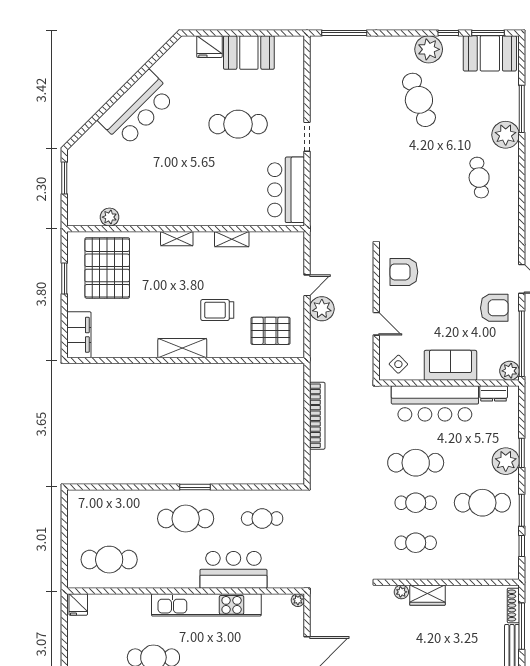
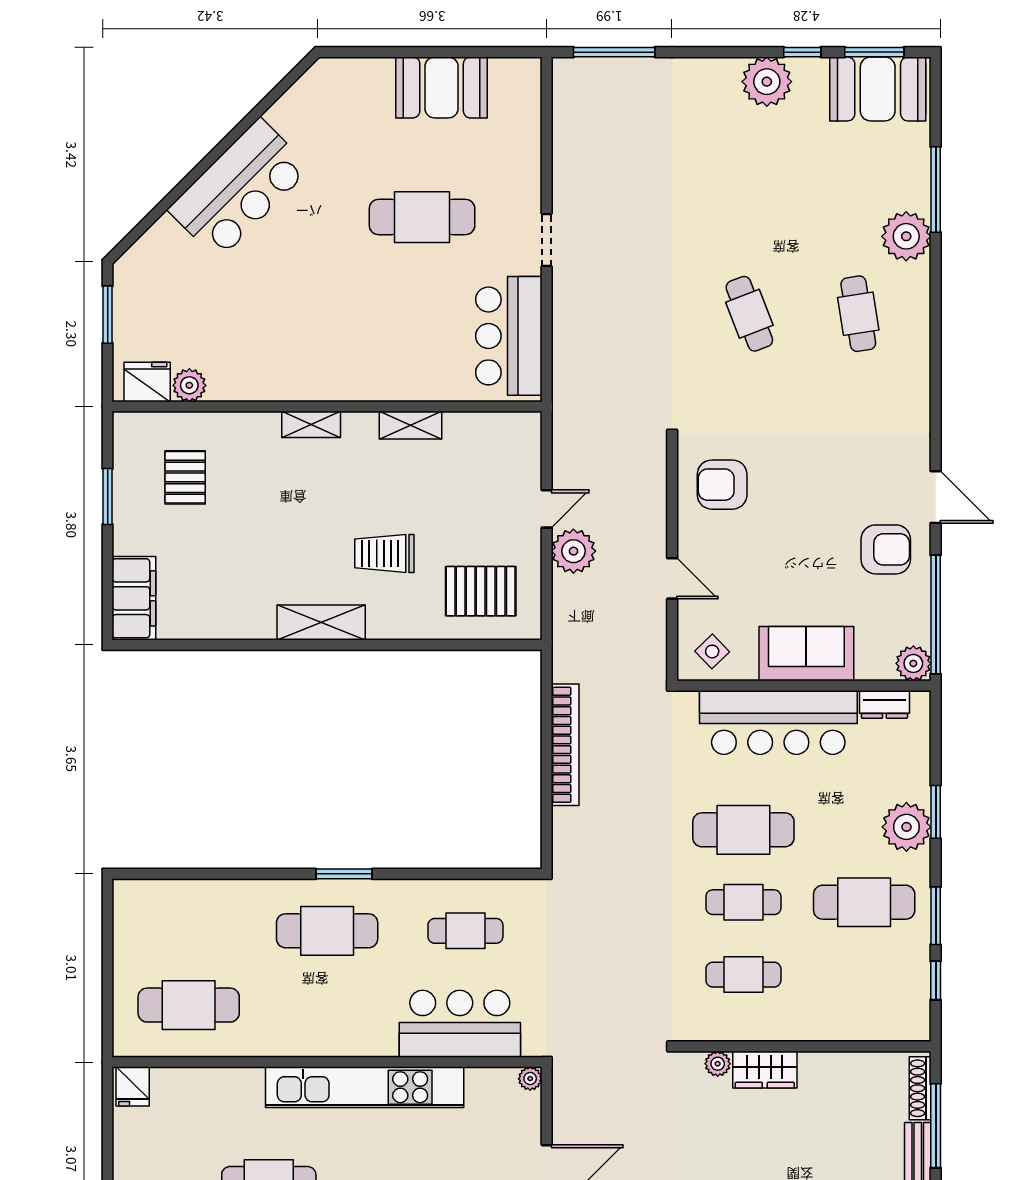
fridge: (210, 47) -> (147, 382), moved, turned 180
cafe table: (419, 100) -> (749, 314), moved, width x0.73, depth x0.74
pallet: (107, 268) -> (185, 477), width x0.49, depth x0.50
bar counter: (233, 570) -> (460, 1024), moved

